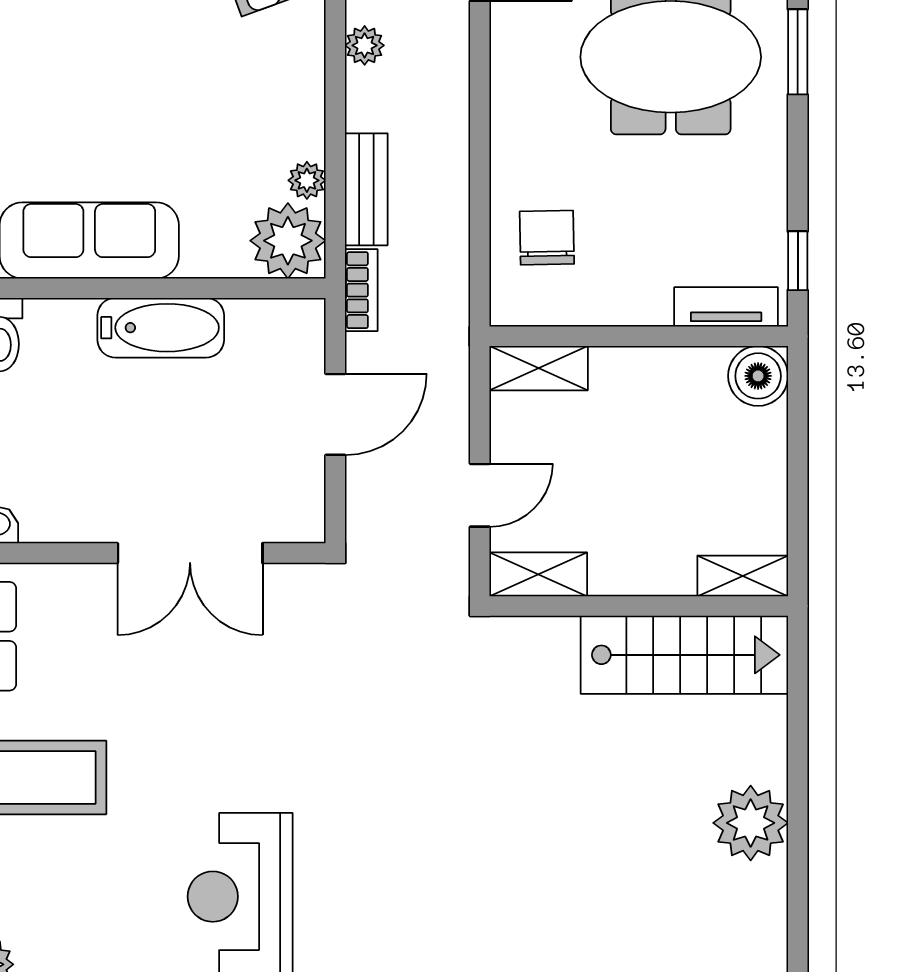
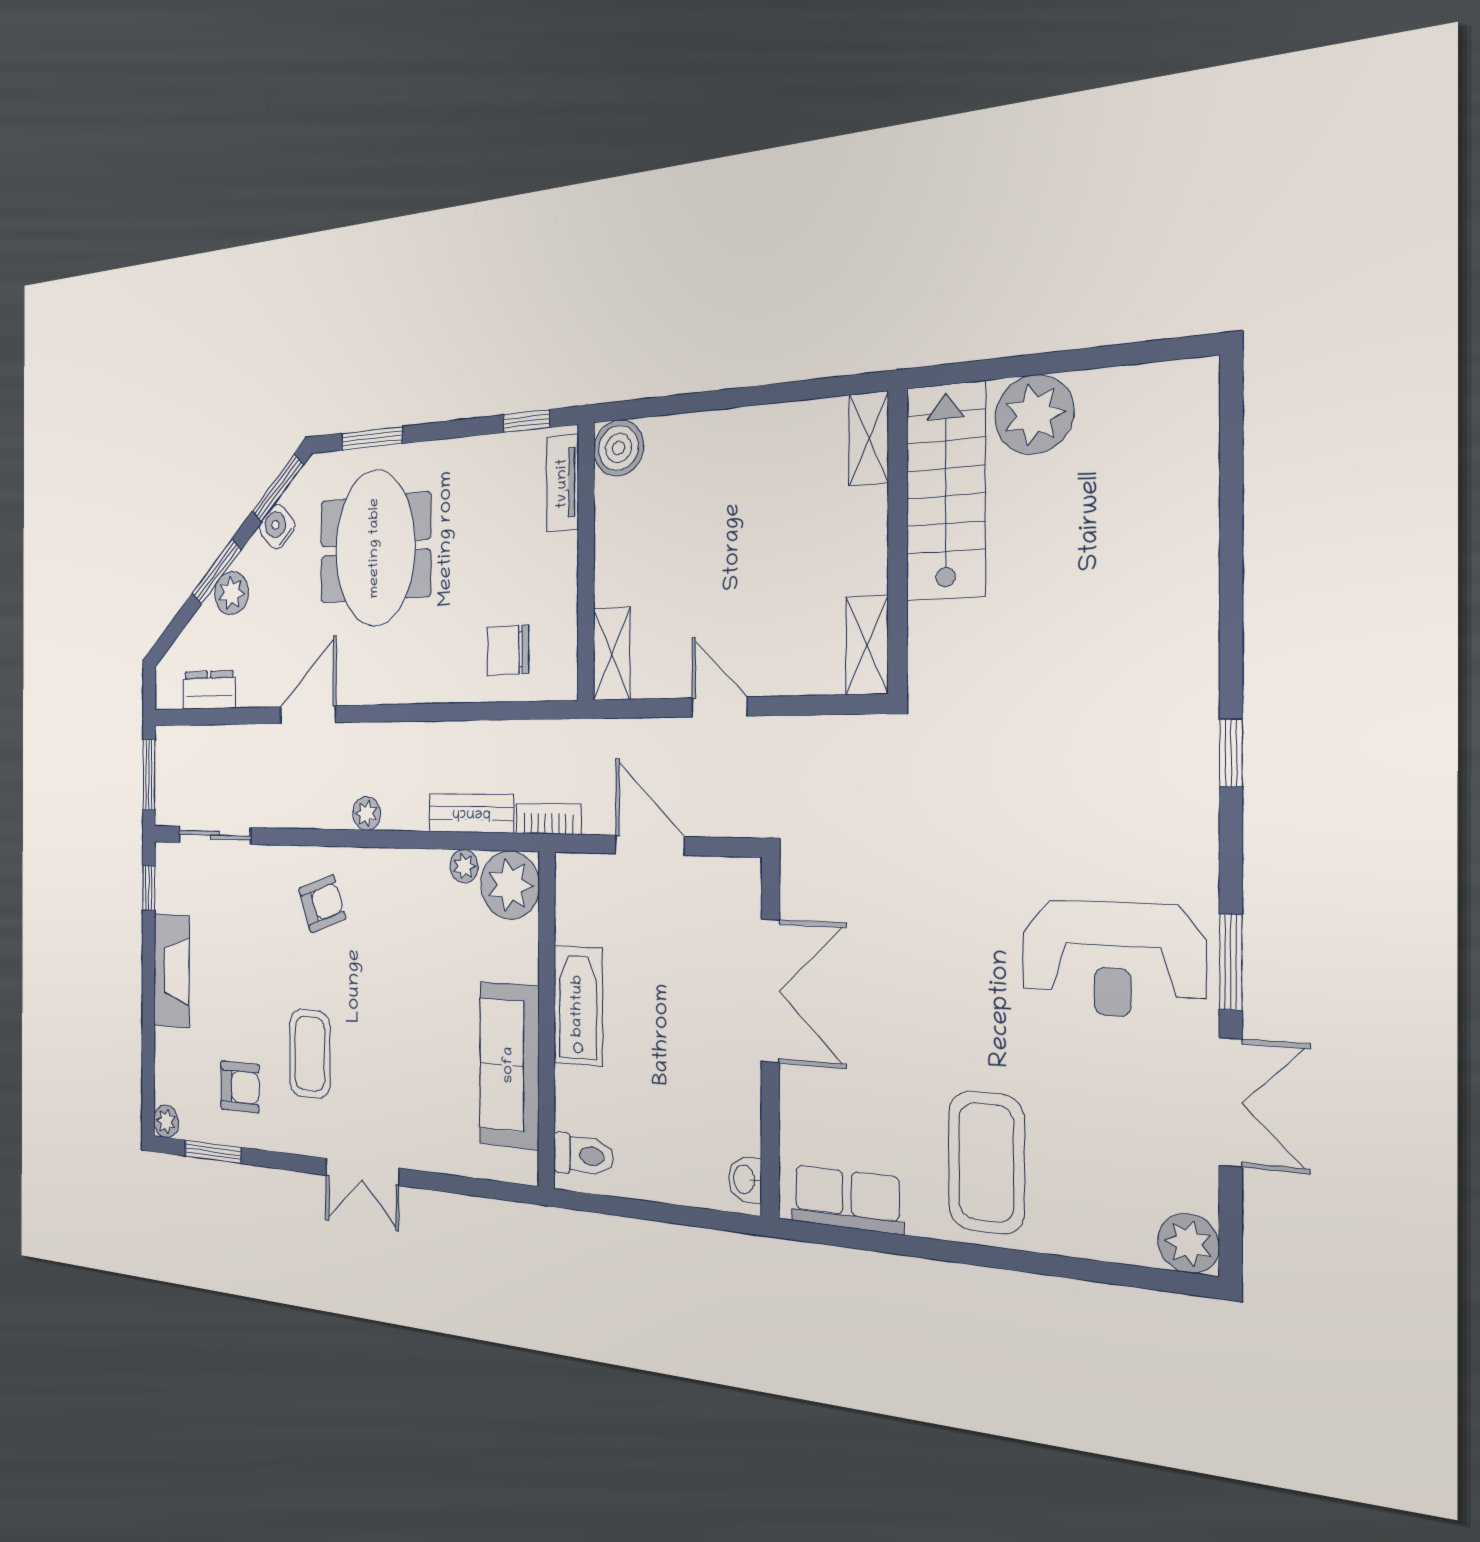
shelving: (538, 574) -> (867, 645), moved
shelving: (743, 576) -> (869, 439), moved
wall: (639, 606) -> (898, 542), moved
stairs: (684, 655) -> (946, 491), moved

